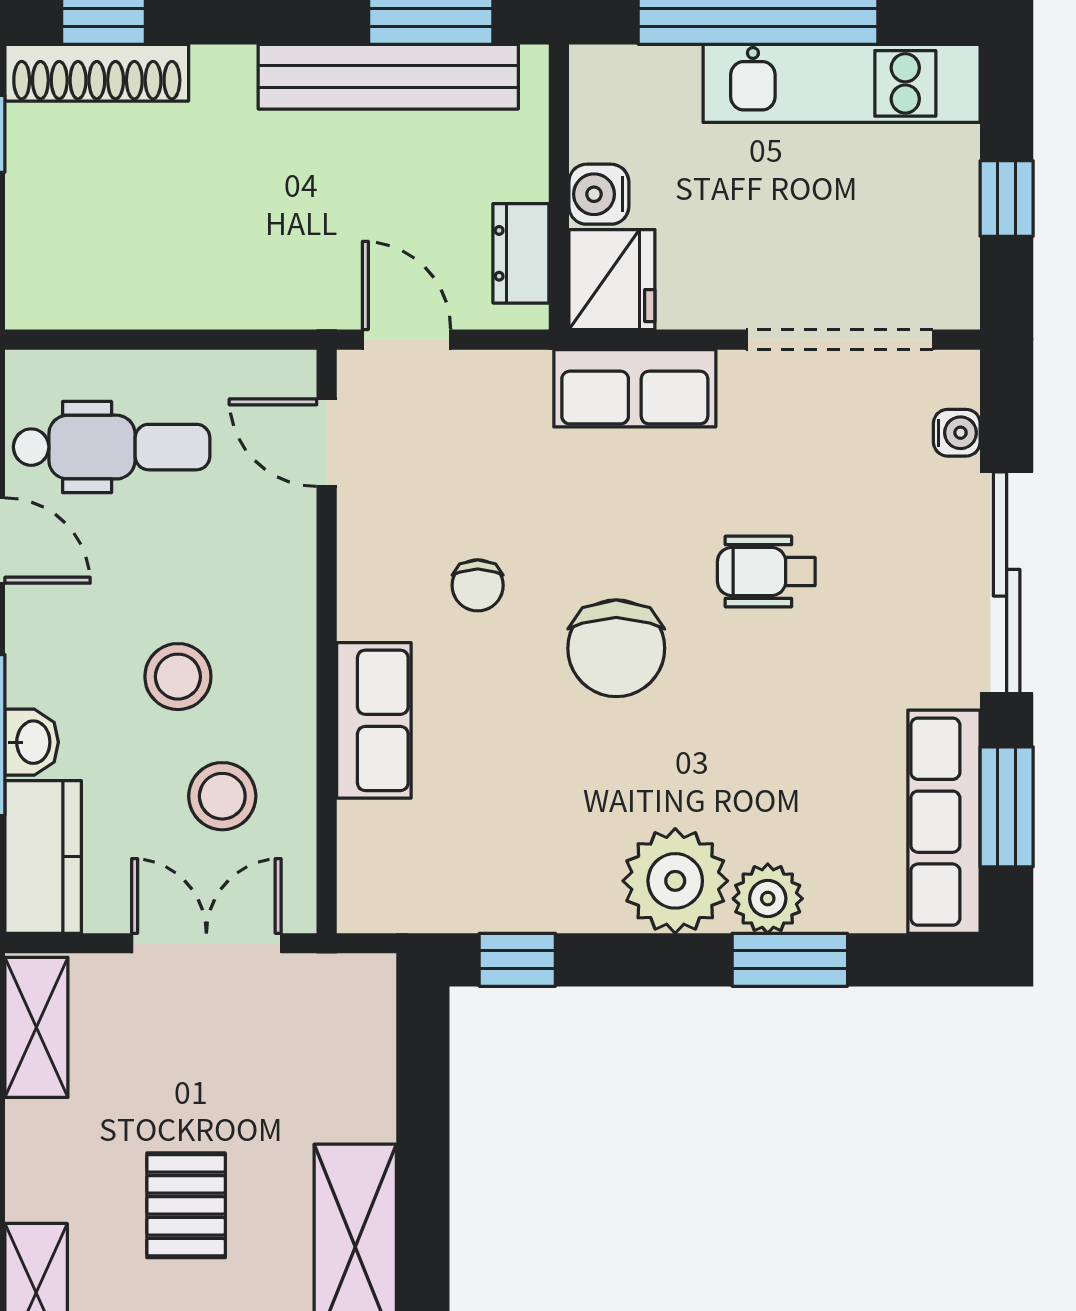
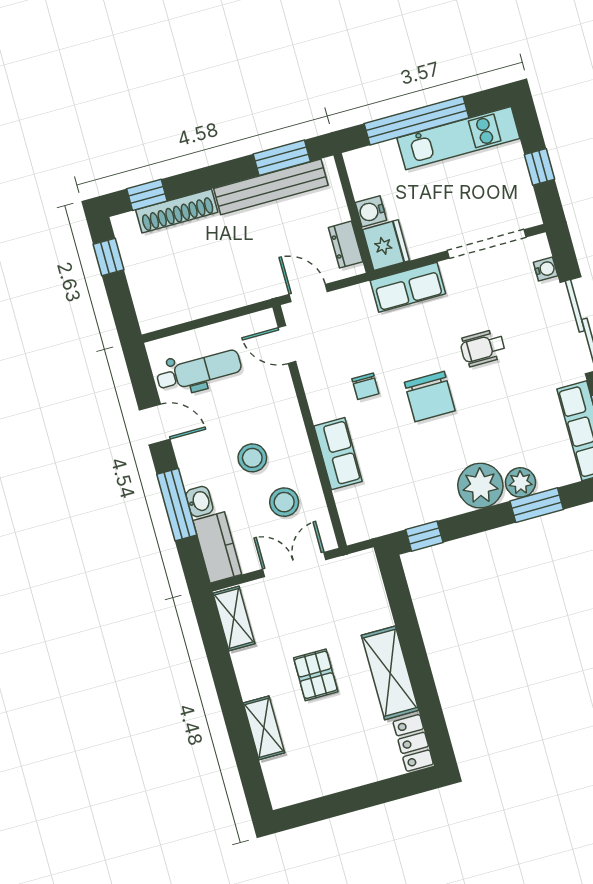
shoe rack: (97, 73) -> (177, 211), moved

